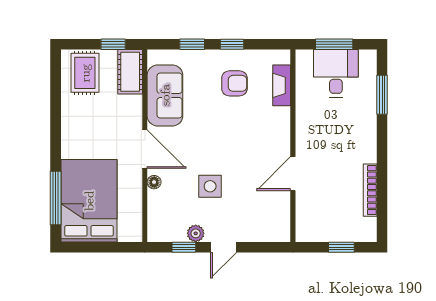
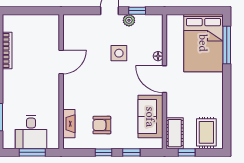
window: (341, 247) -> (27, 11), removed

